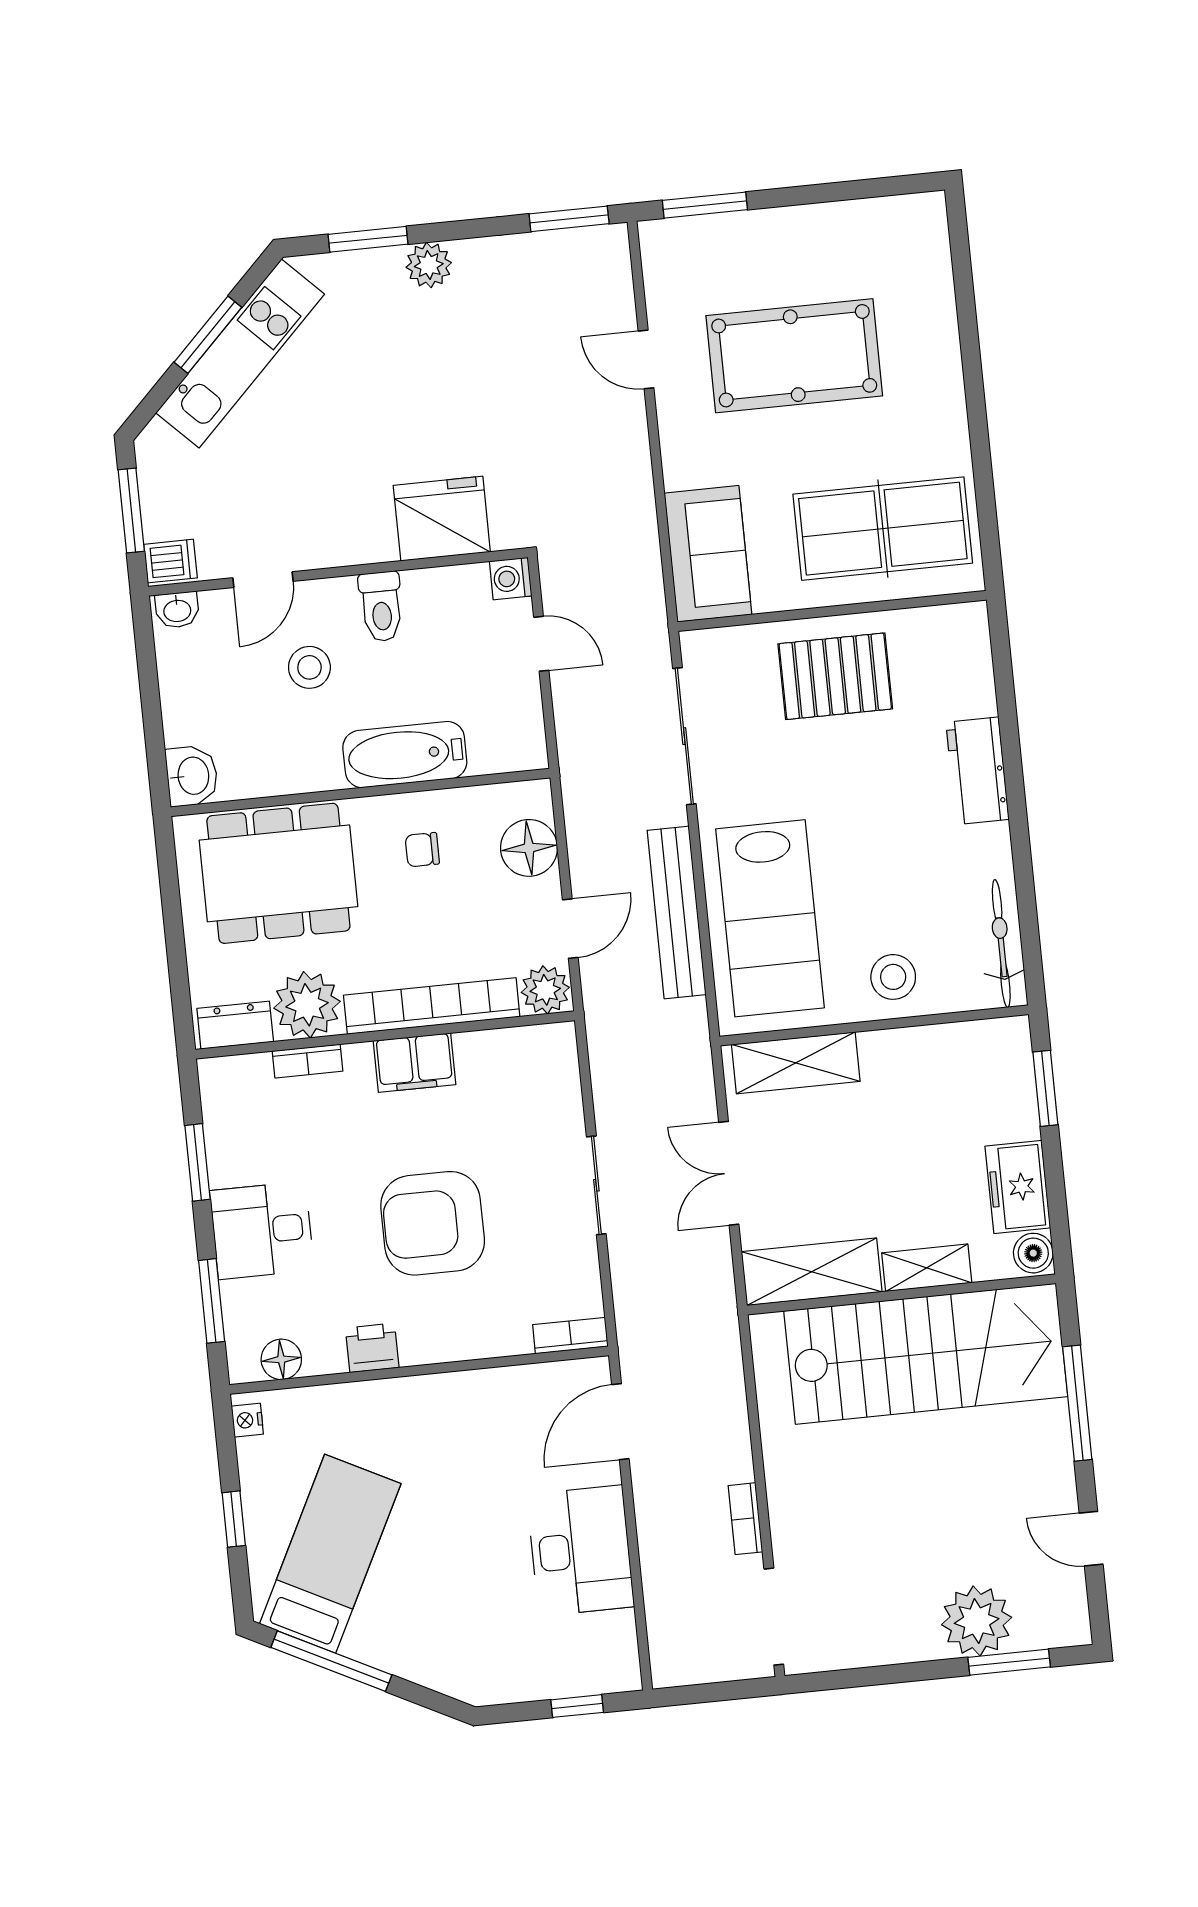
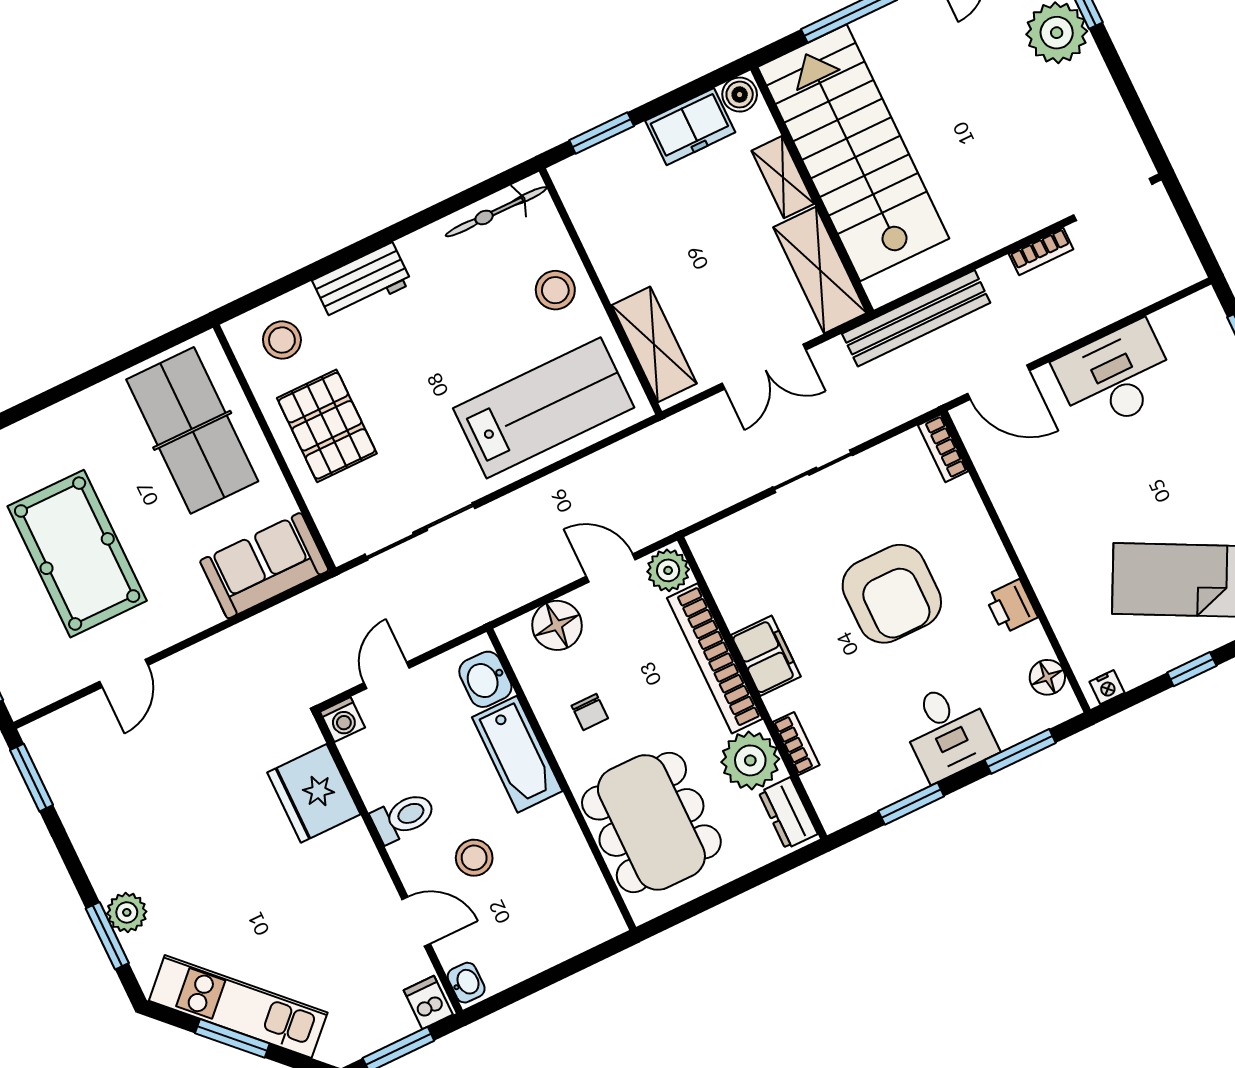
plant: (429, 265) -> (127, 912), moved
stool: (946, 661) -> (282, 340), added
washbasin: (192, 776) -> (485, 679), moved, turned -90
bench: (677, 913) -> (916, 318), moved

